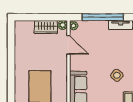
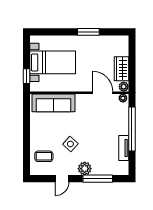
door: (68, 45) -> (103, 93), swing flipped
window: (11, 58) -> (88, 32), added

